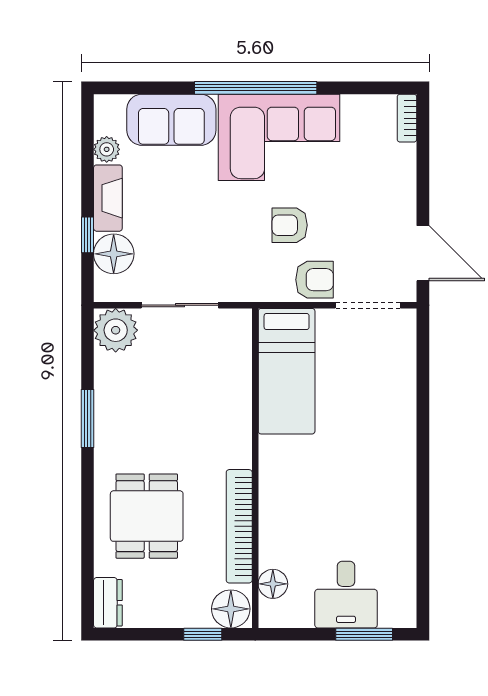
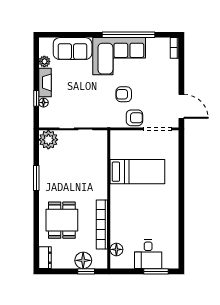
window: (256, 88) -> (129, 35), moved
floor lamp: (114, 254) -> (43, 103), width x0.53, depth x0.53
bed: (287, 371) -> (137, 172), moved, turned -90
floor lamp: (231, 609) -> (83, 260), moved

